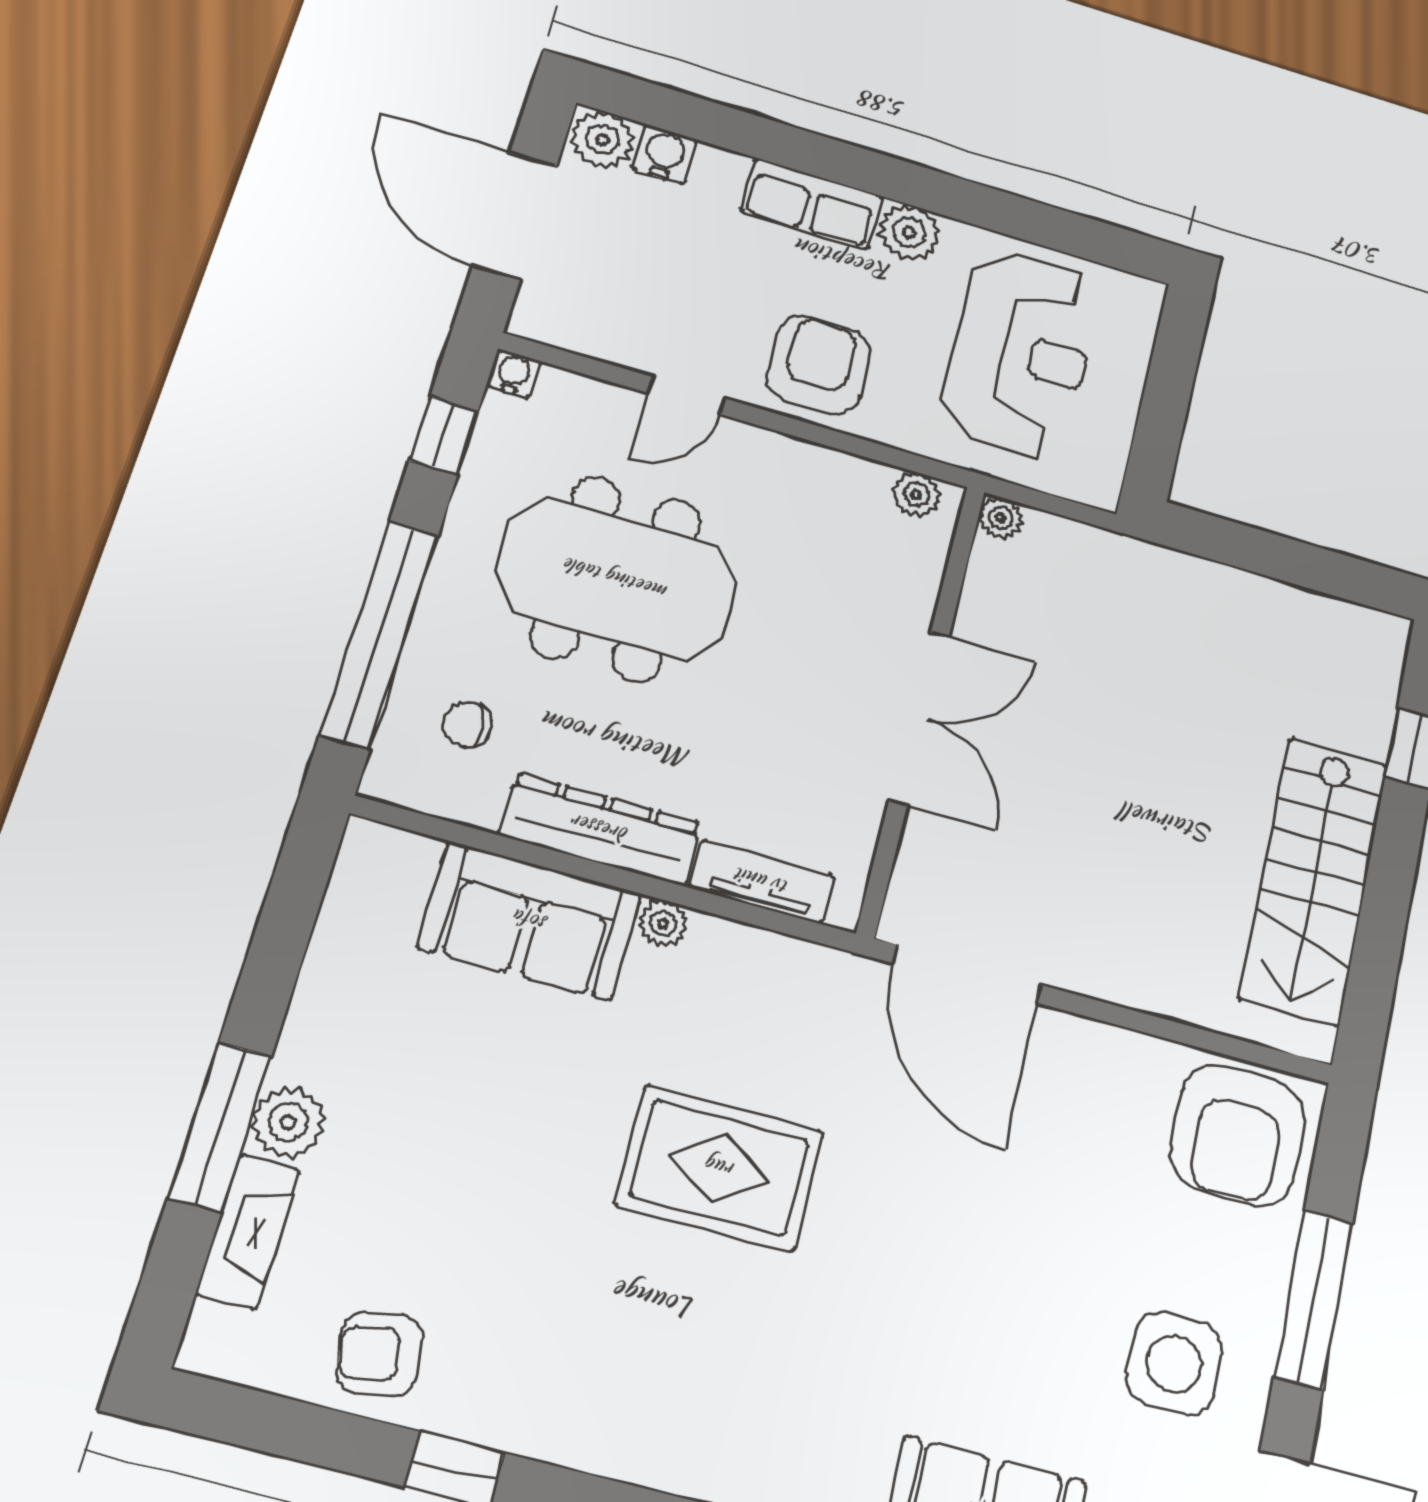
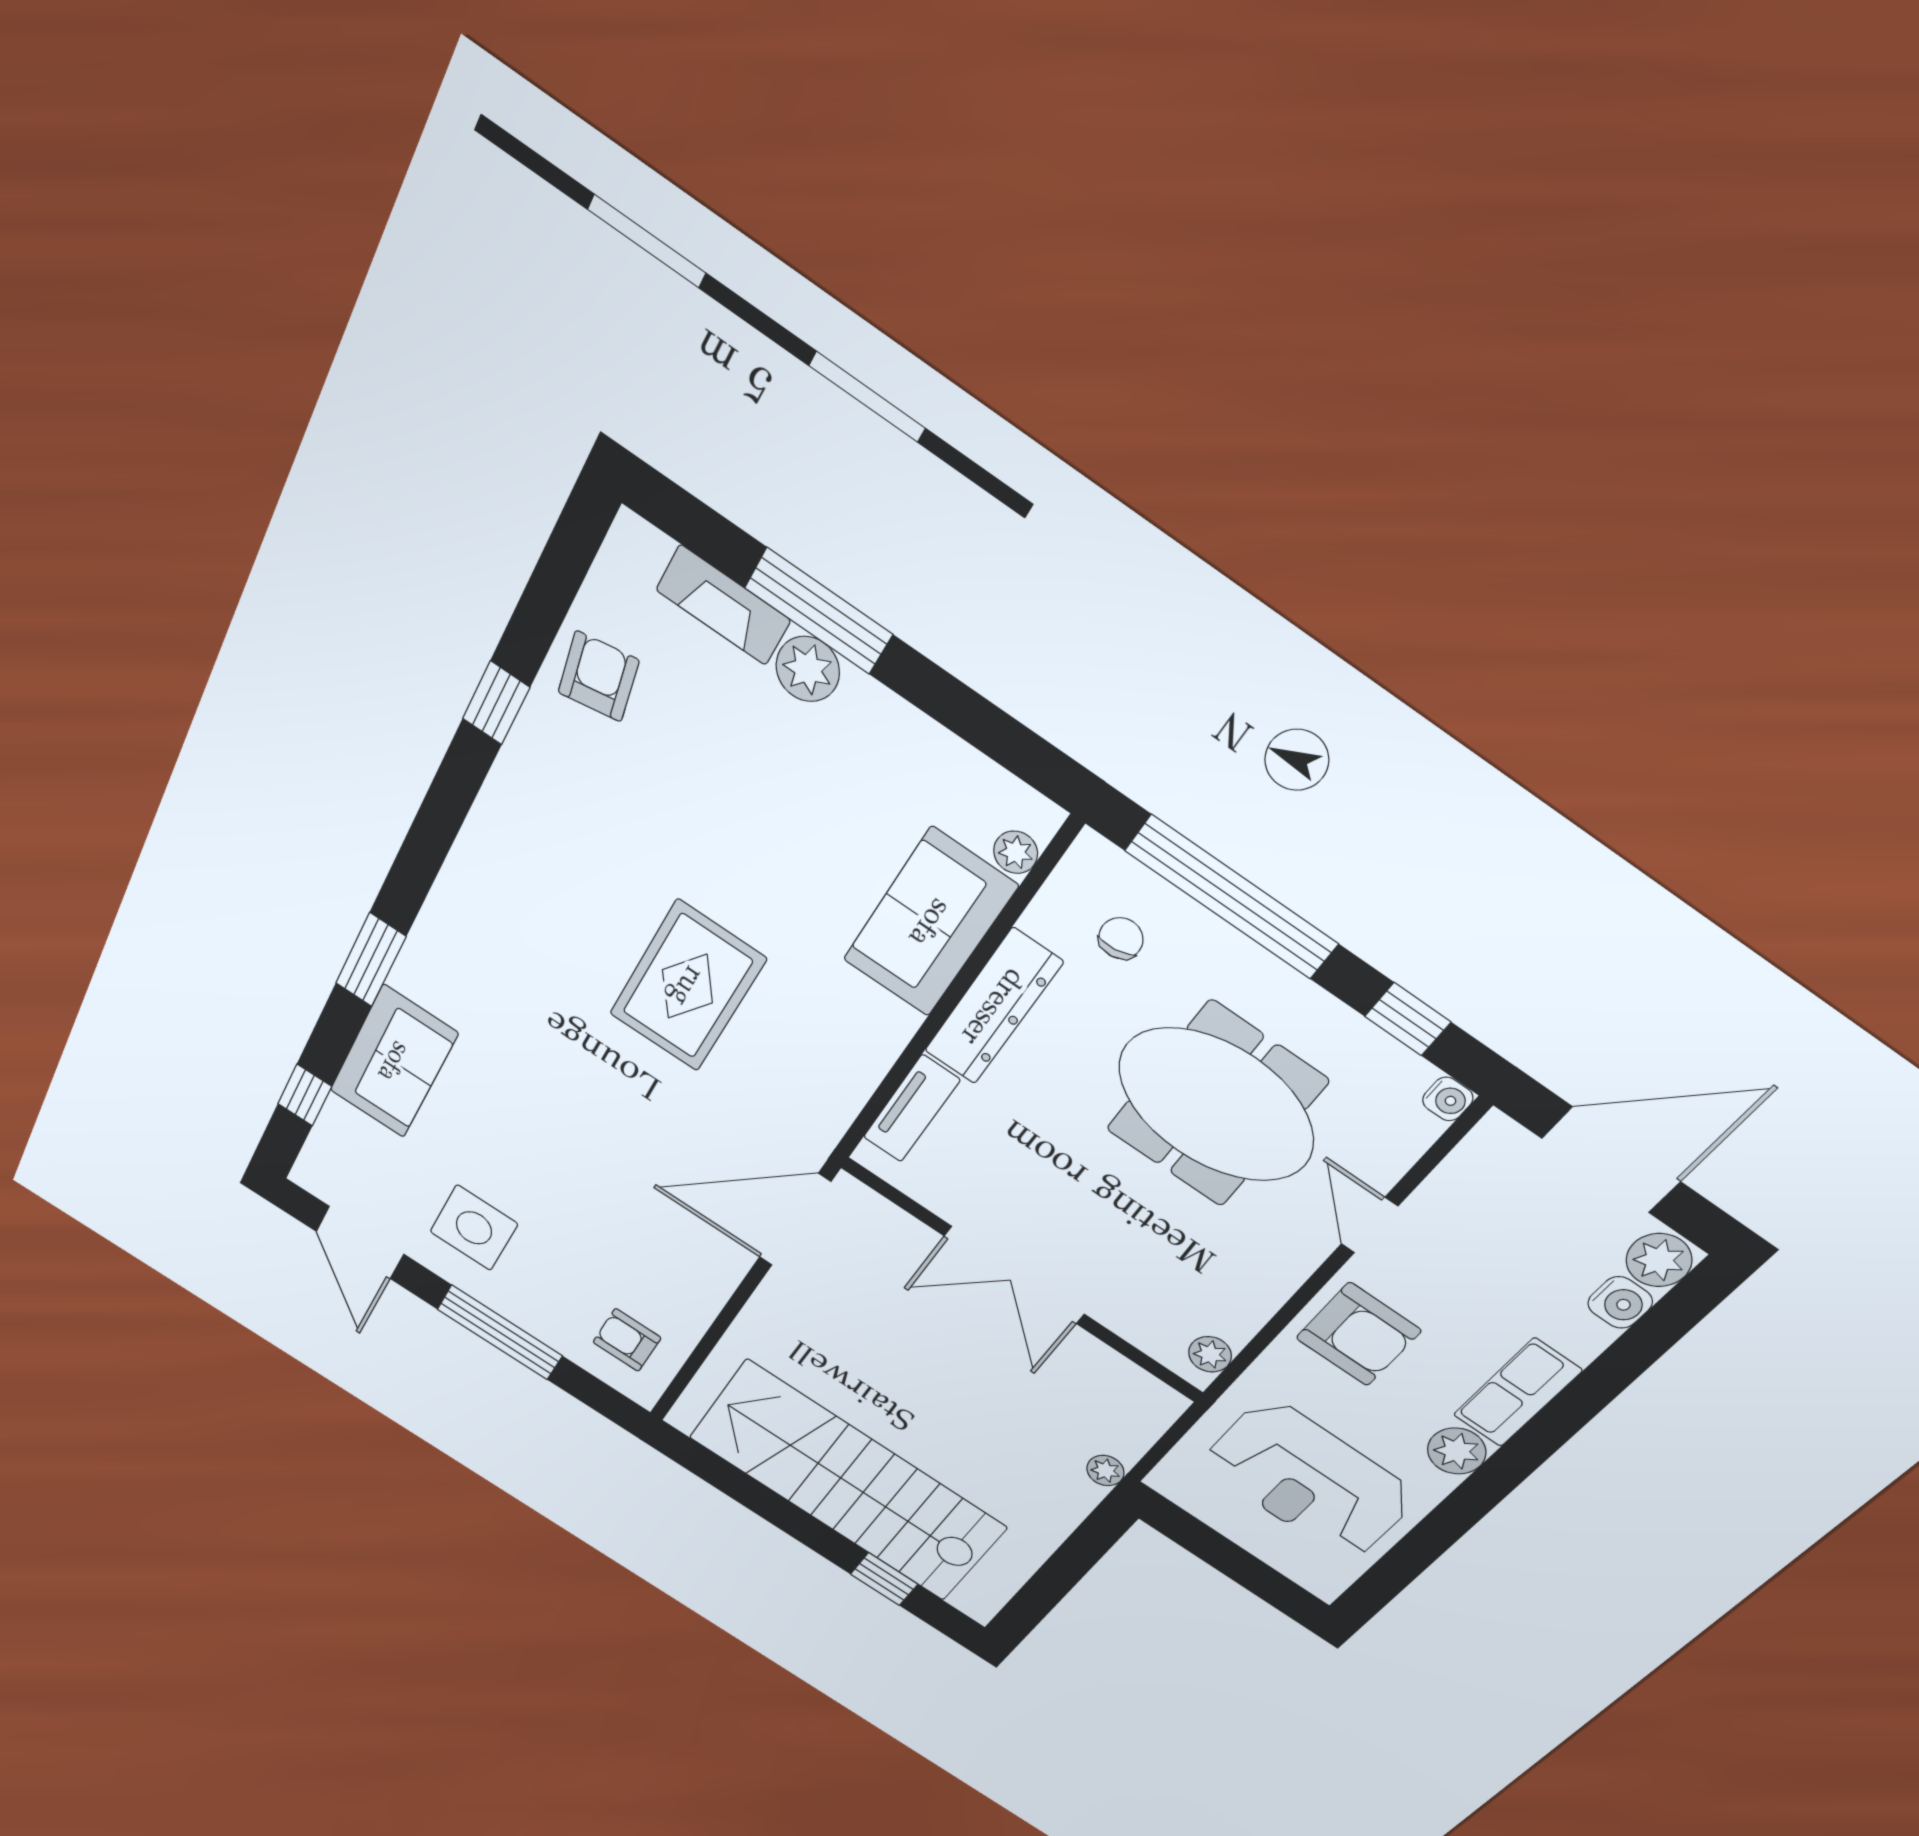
plant: (1000, 518) -> (1105, 1471), moved
meeting table: (616, 579) -> (1216, 1105), turned 90
stairs: (1314, 880) -> (847, 1482), width x1.36, depth x1.51
plant: (663, 924) -> (1016, 852), moved
armchair: (1238, 1135) -> (627, 1340), width x0.53, depth x0.53

